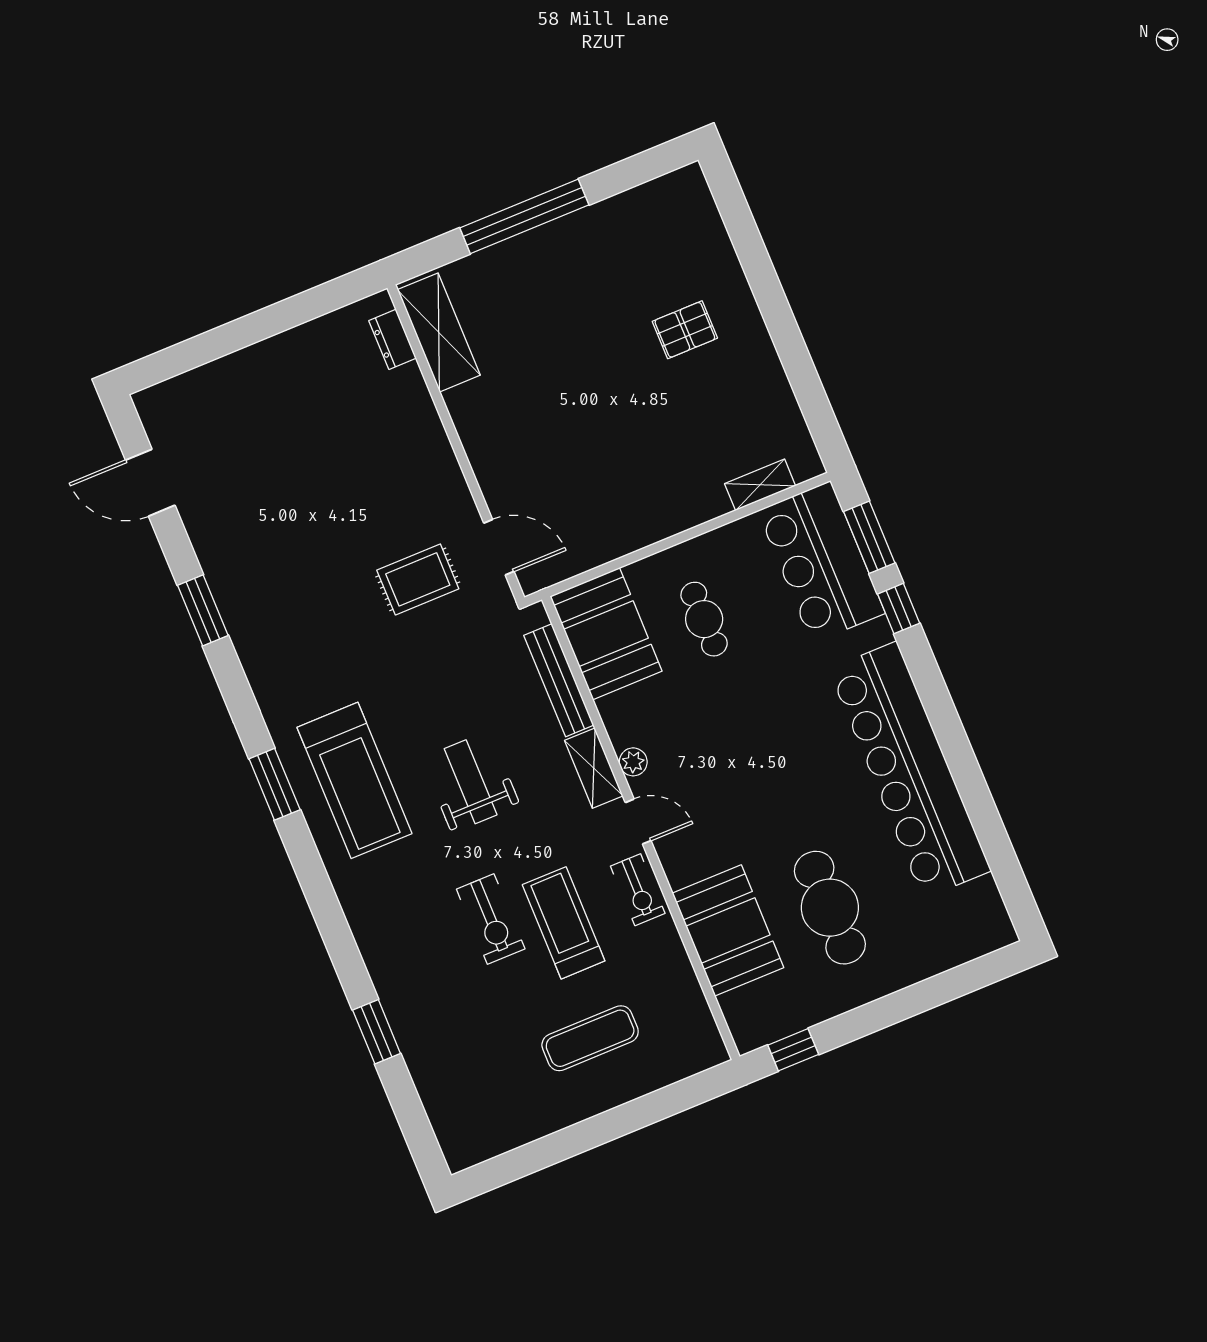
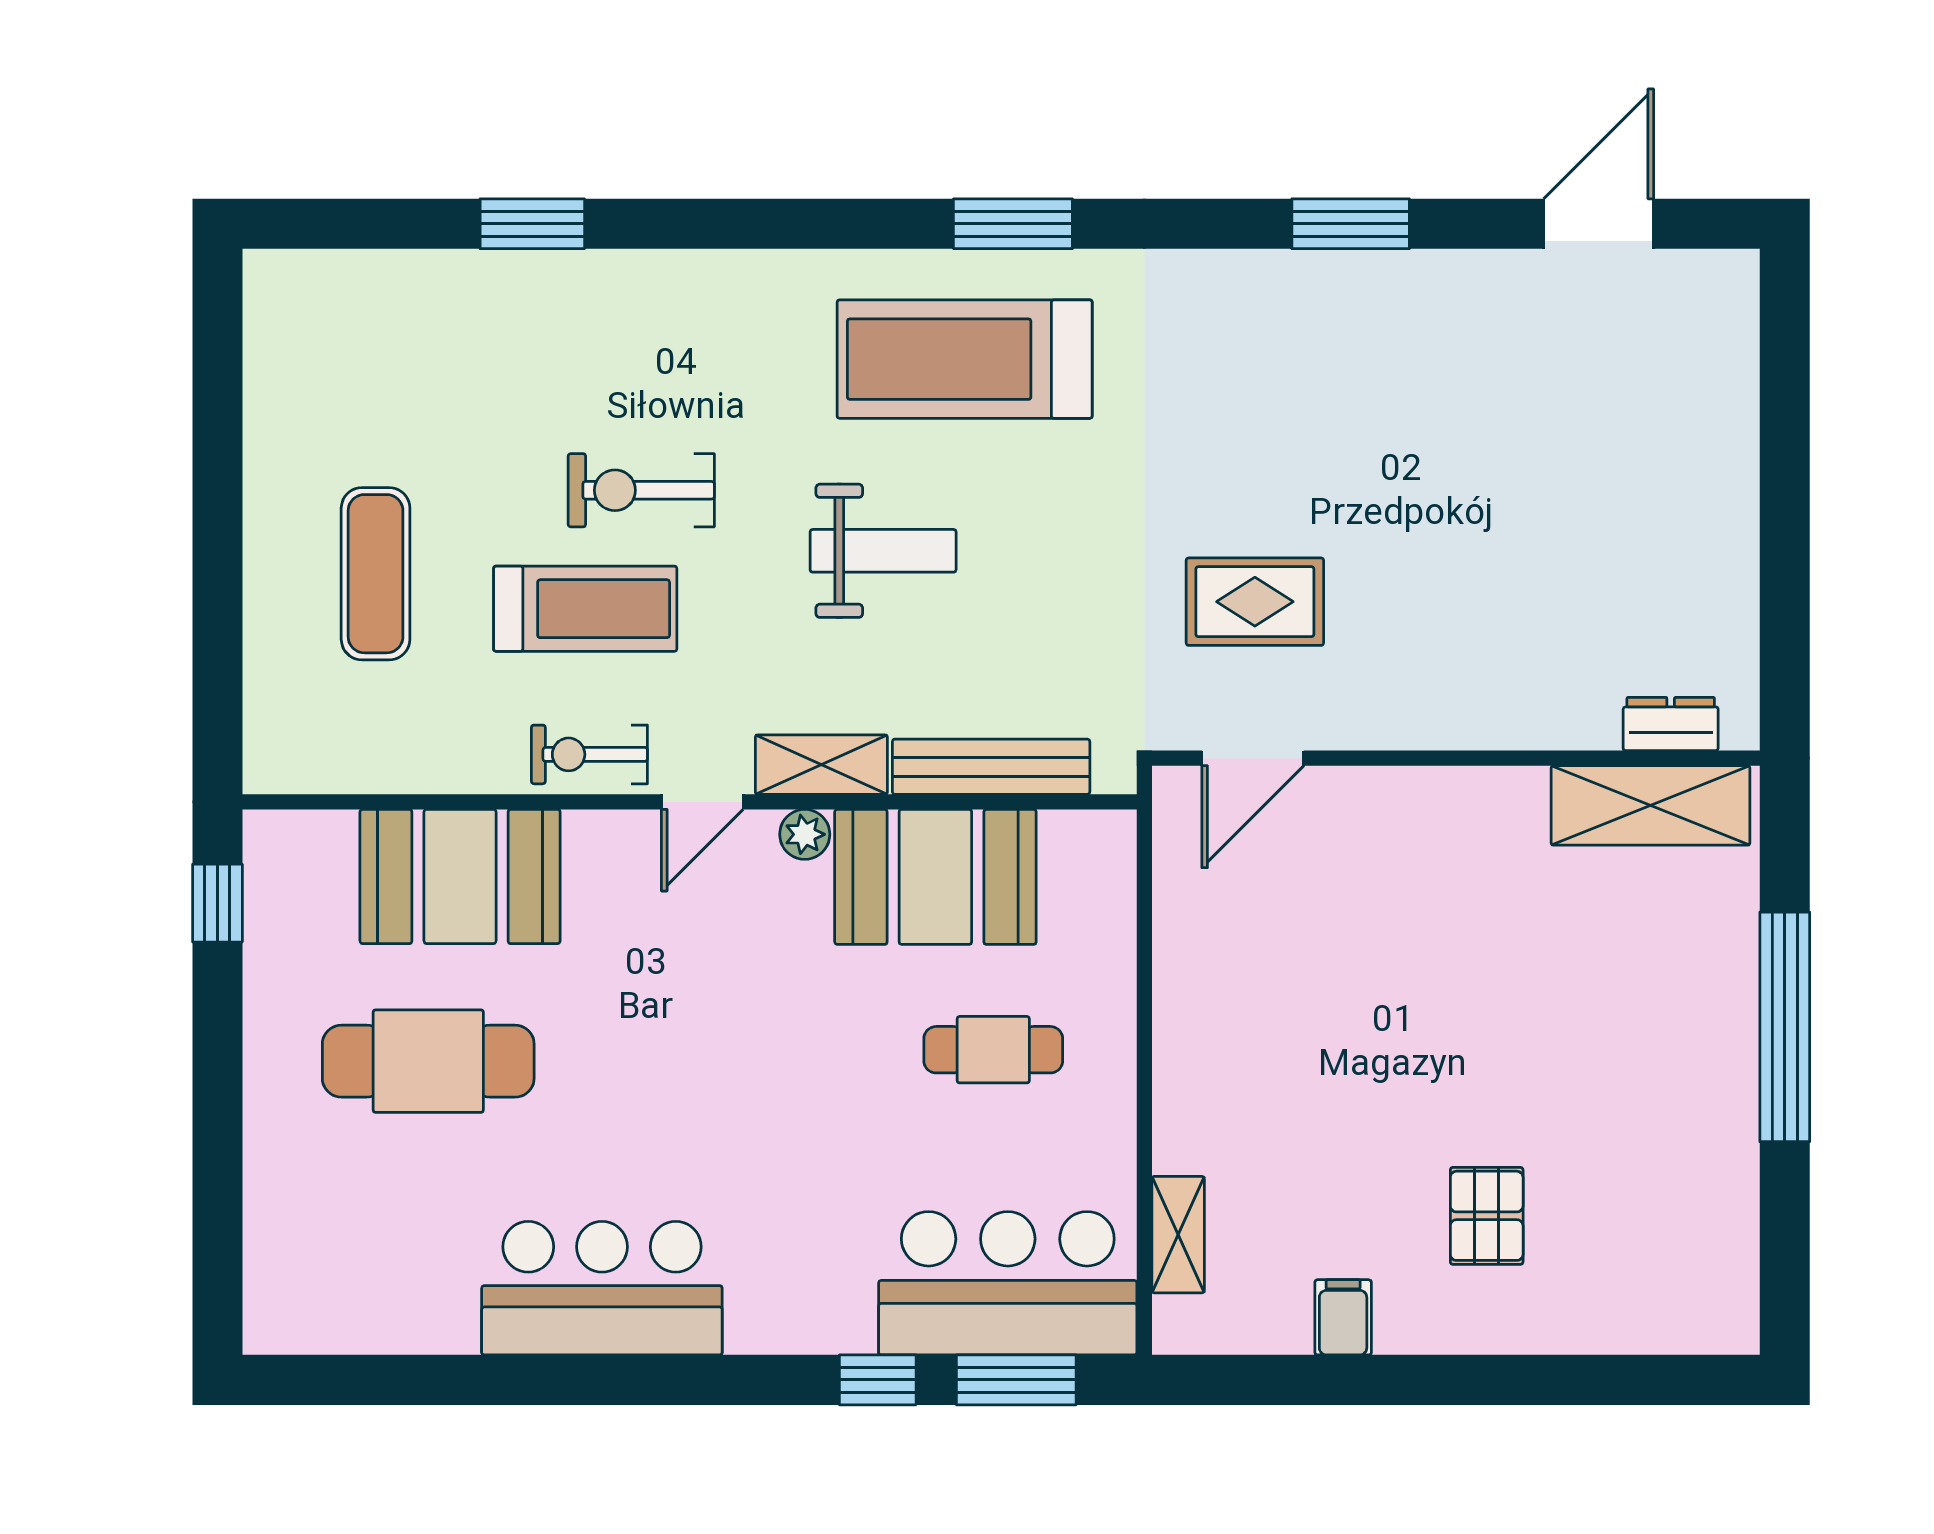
filing cabinet: (768, 382) -> (1343, 1317), added
rug: (418, 579) -> (1255, 602), turned 90
booth: (606, 634) -> (935, 877), moved
bar counter: (910, 770) -> (602, 1288), width x0.54

